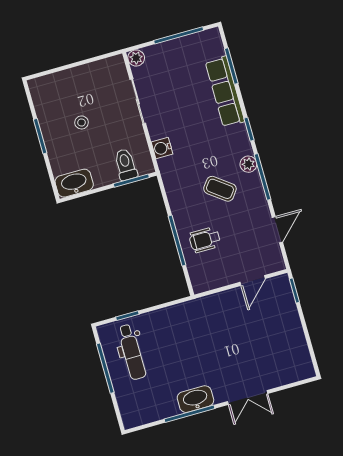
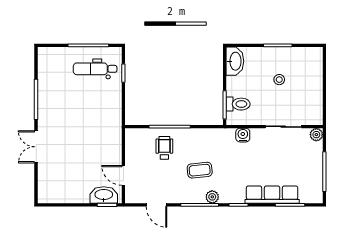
coffee table: (220, 189) -> (200, 170), turned 47
washbasin: (195, 399) -> (104, 195), moved, turned -90

